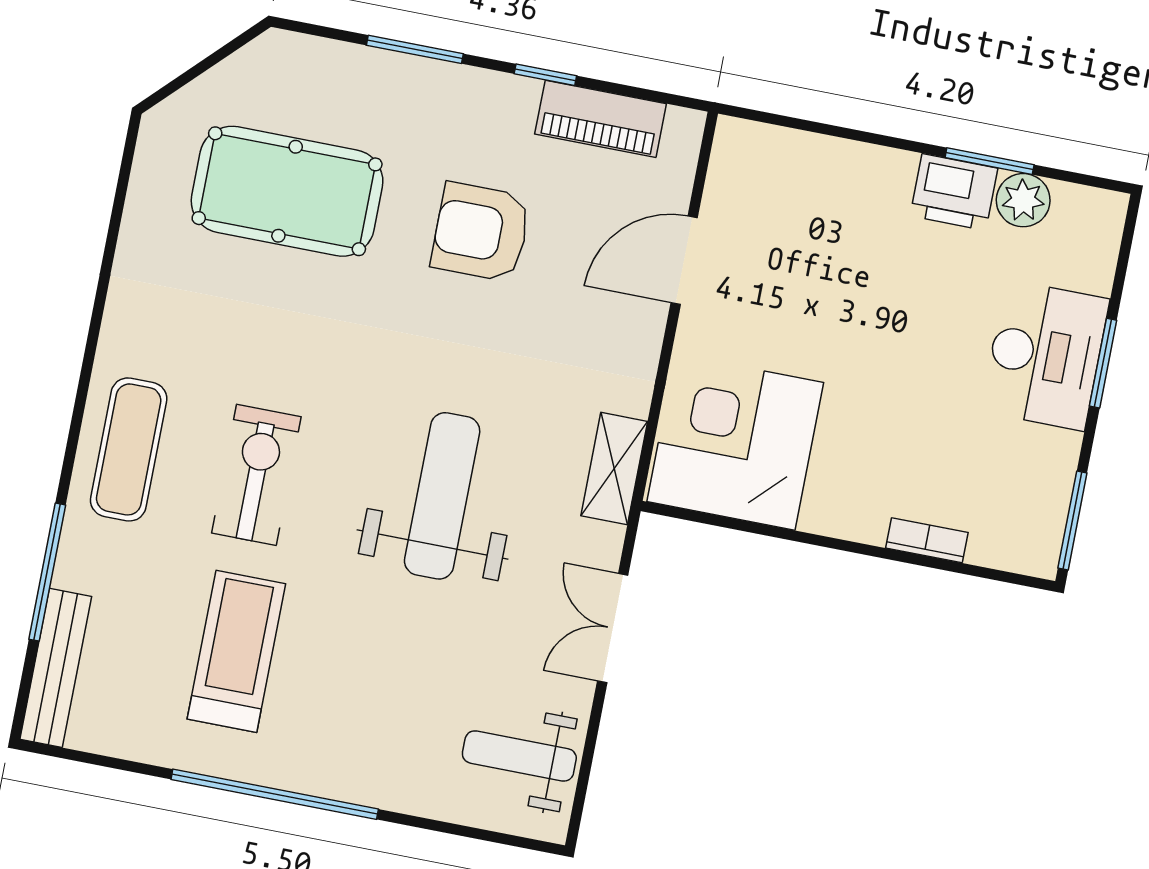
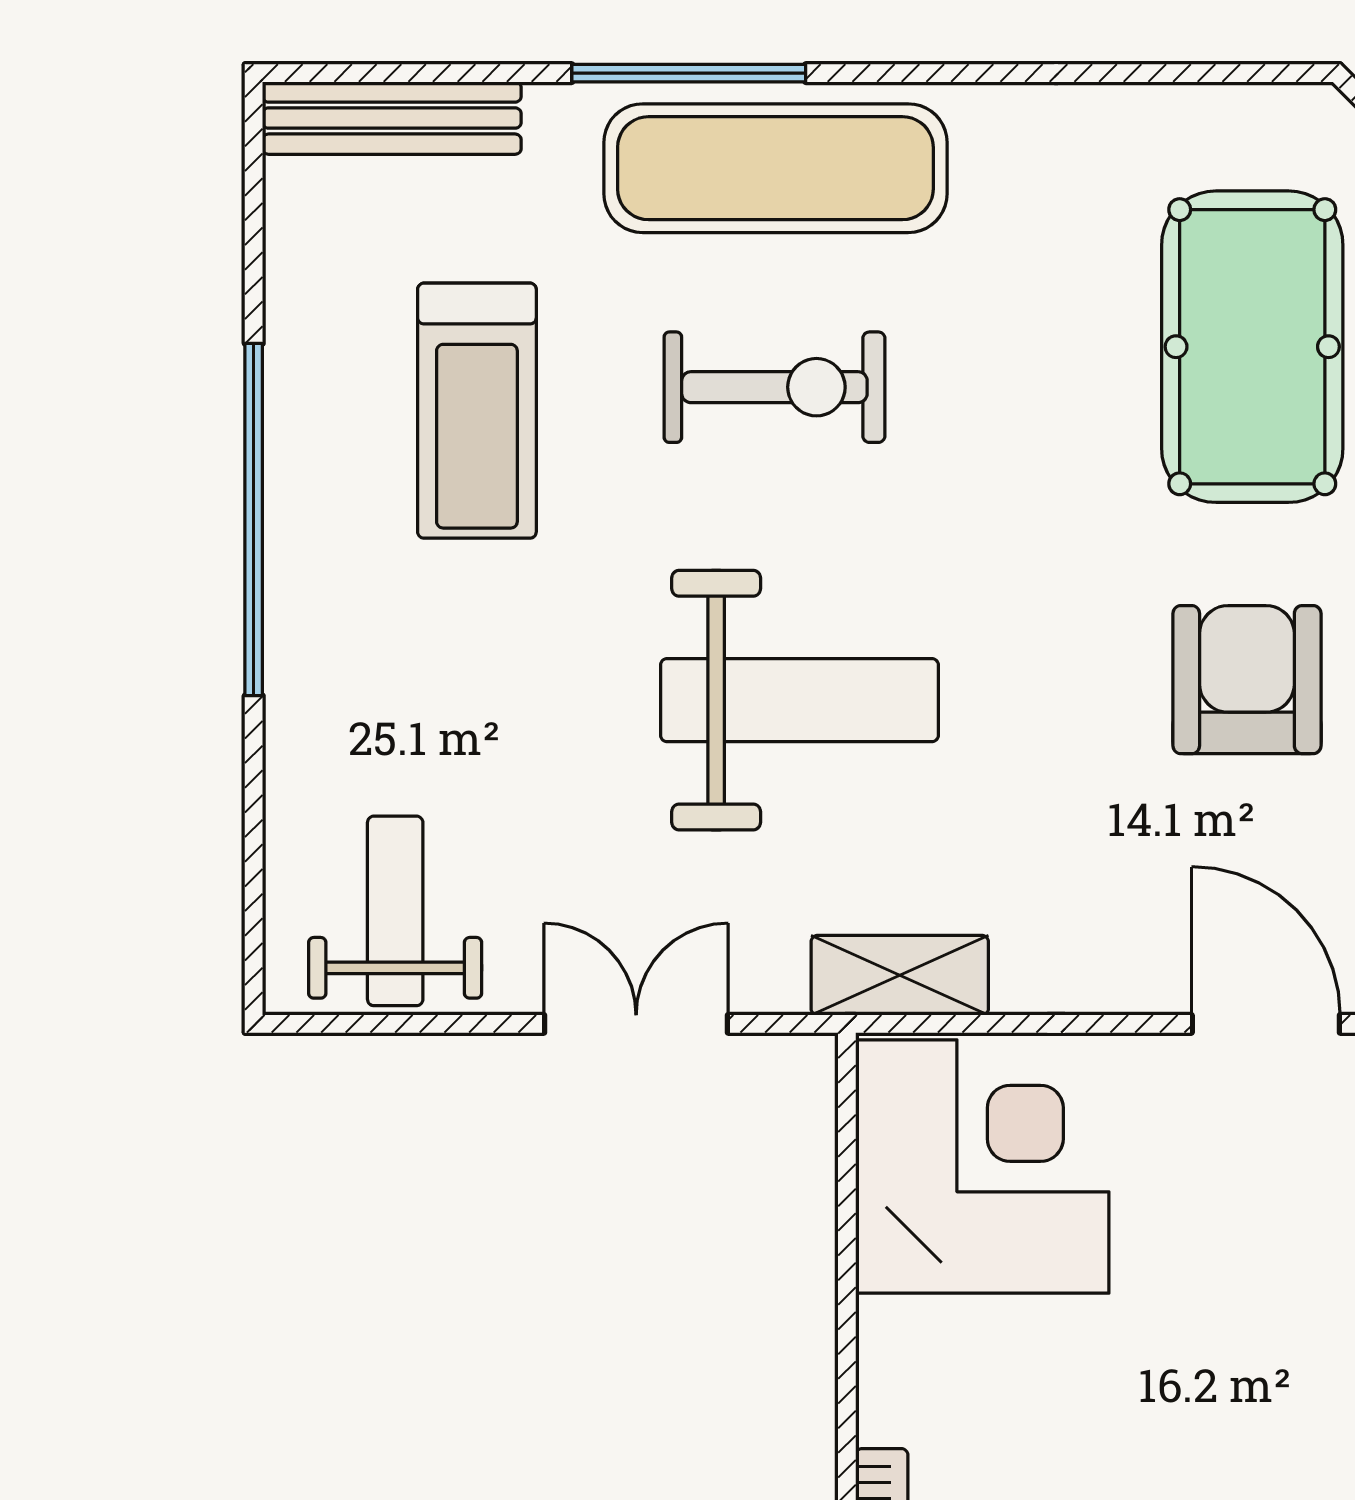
exercise mat: (129, 449) -> (775, 168), width x1.36, depth x1.45
window: (47, 572) -> (689, 73), moved
treadmill: (236, 651) -> (477, 411), turned 90

